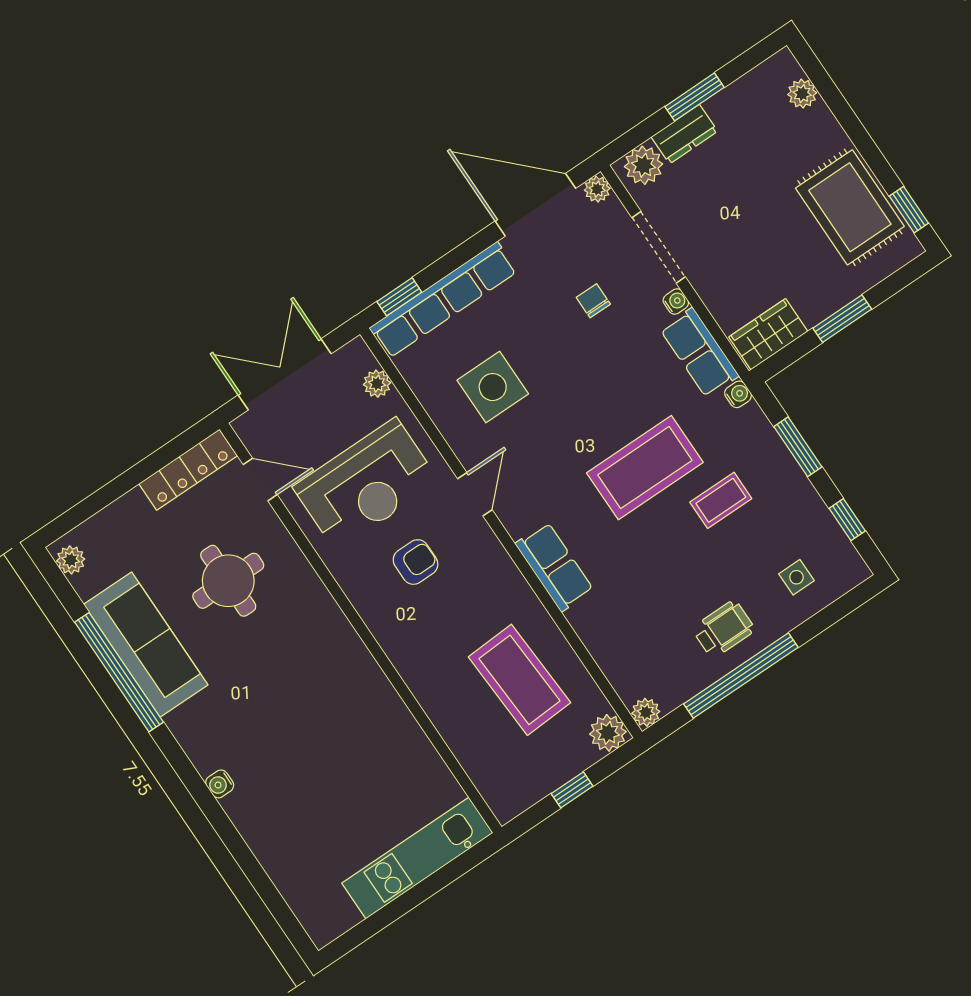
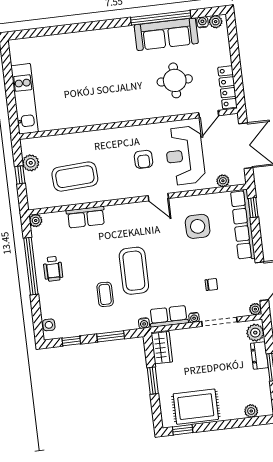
row of seats: (554, 567) -> (86, 217), moved
side table: (796, 577) -> (49, 325), moved
plant: (608, 733) -> (31, 163), moved
water cooler: (220, 784) -> (202, 22), moved

